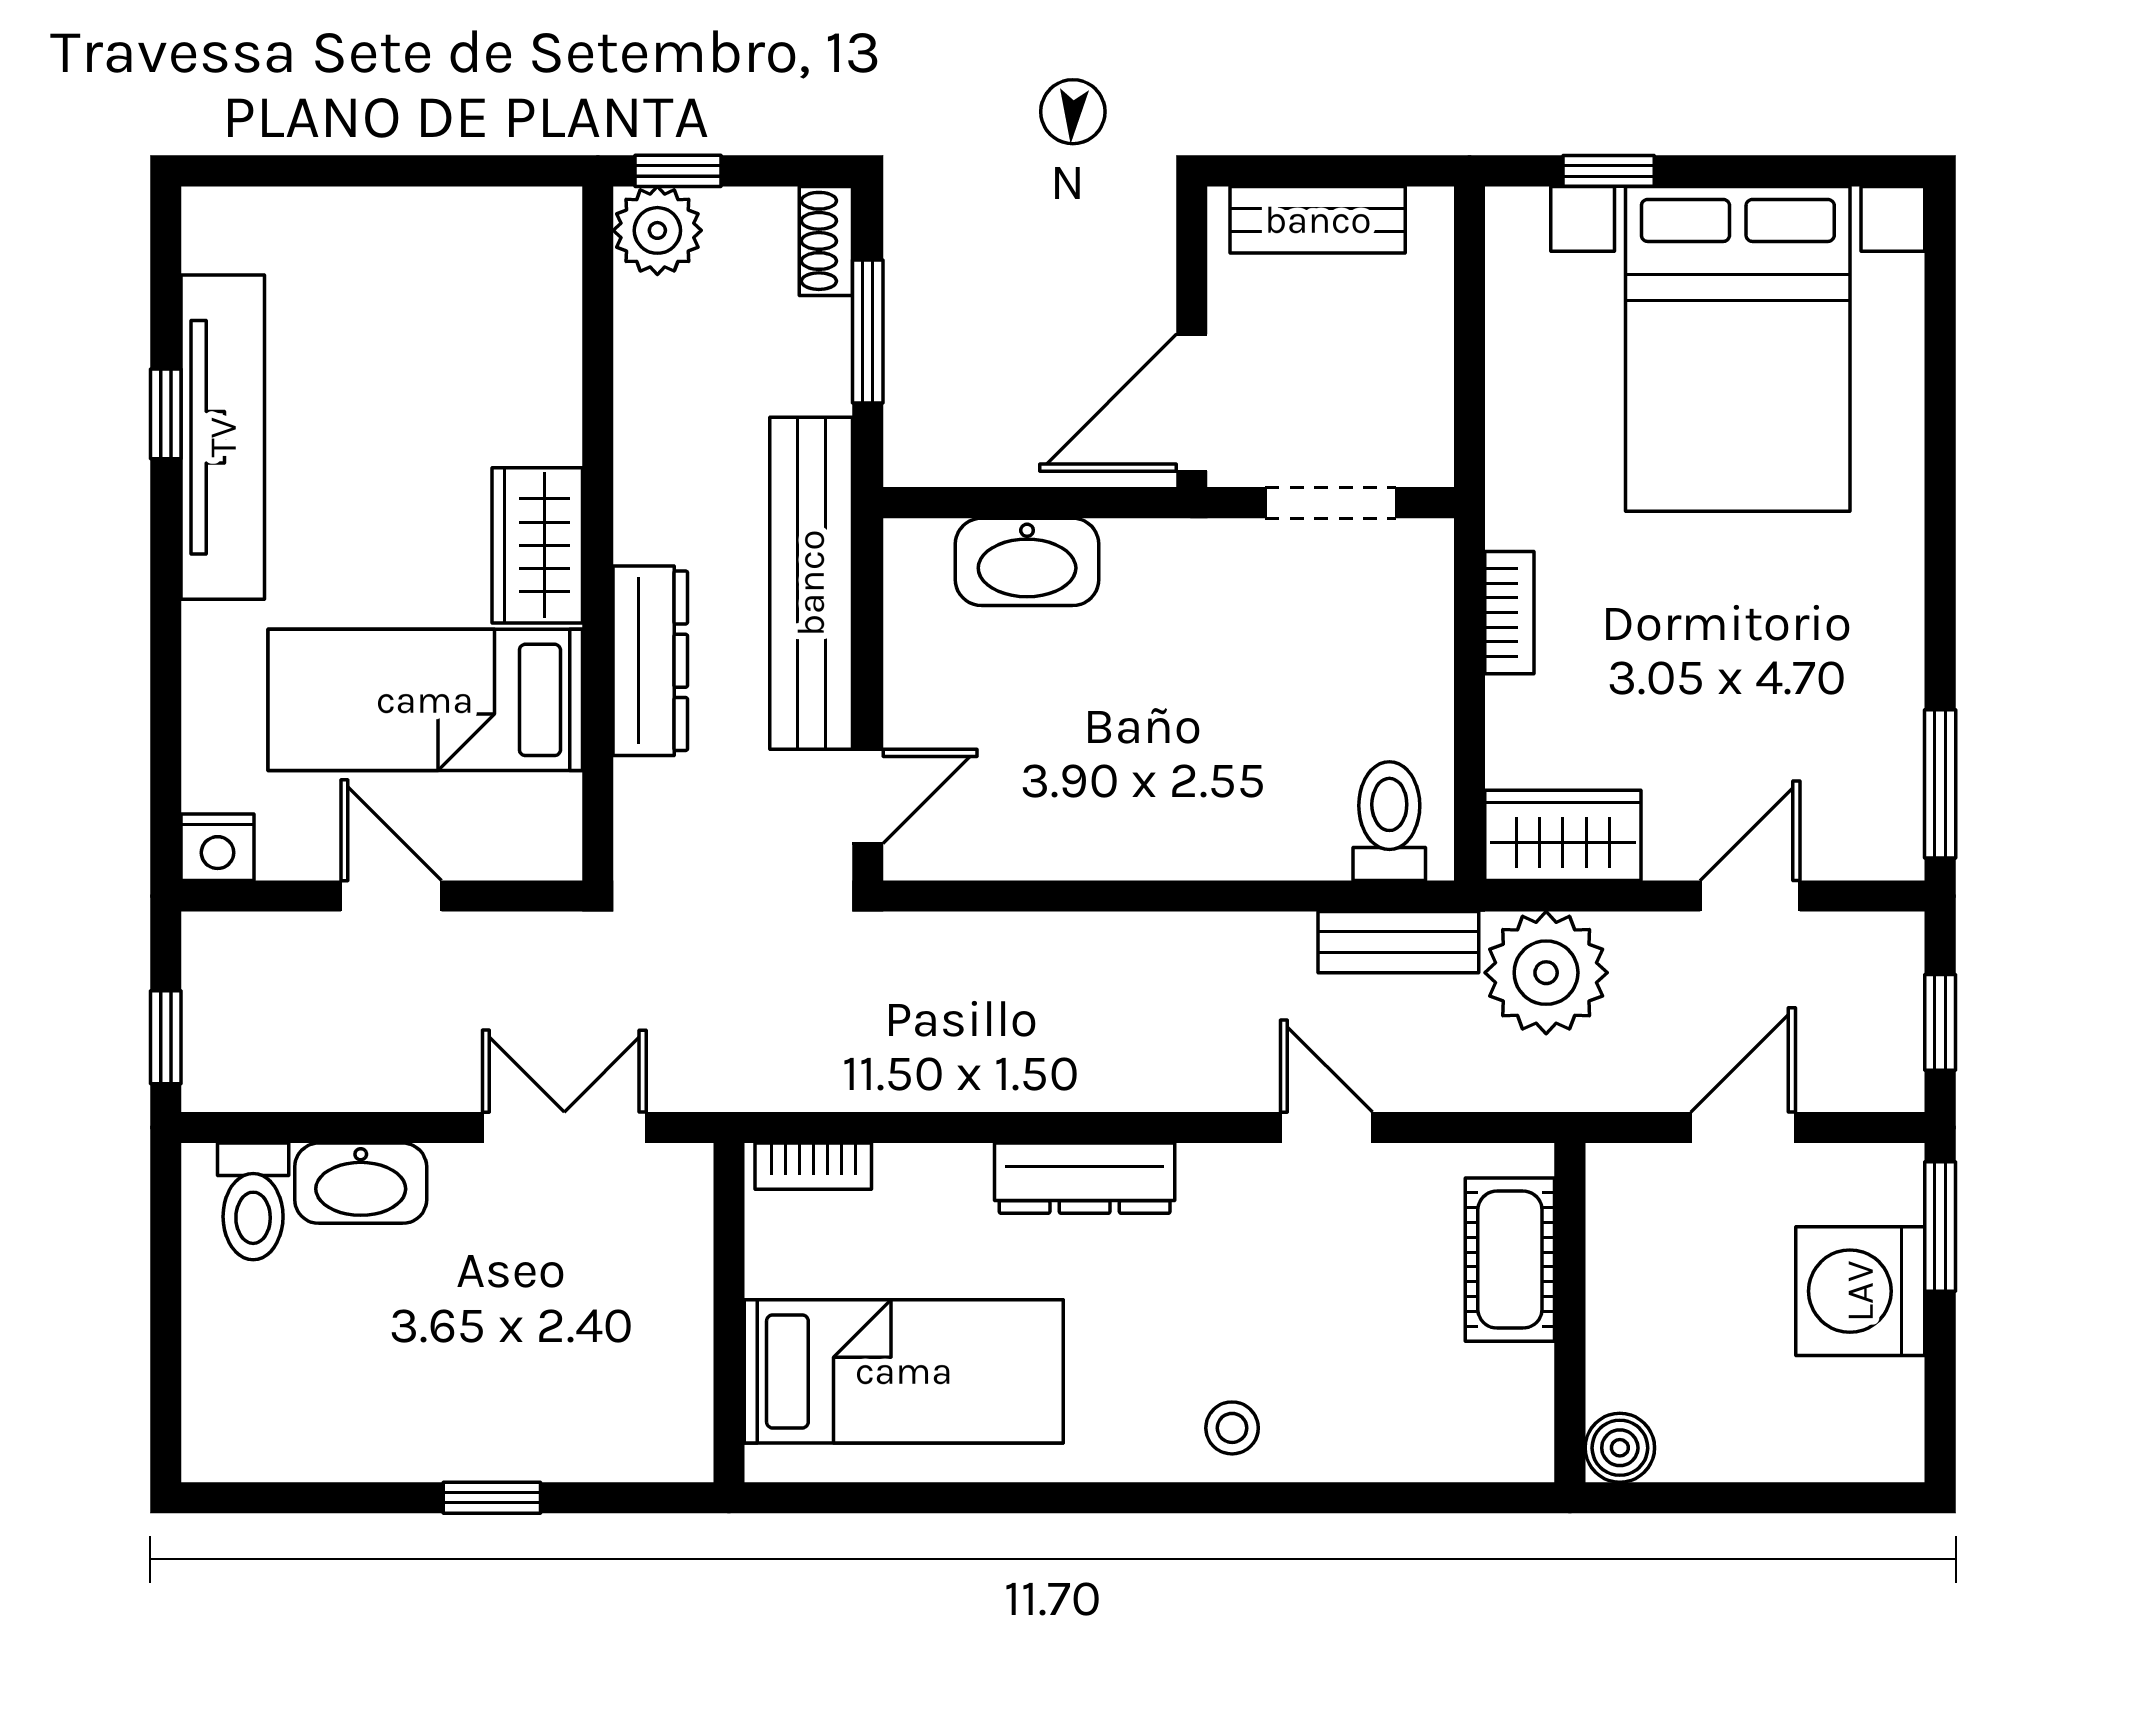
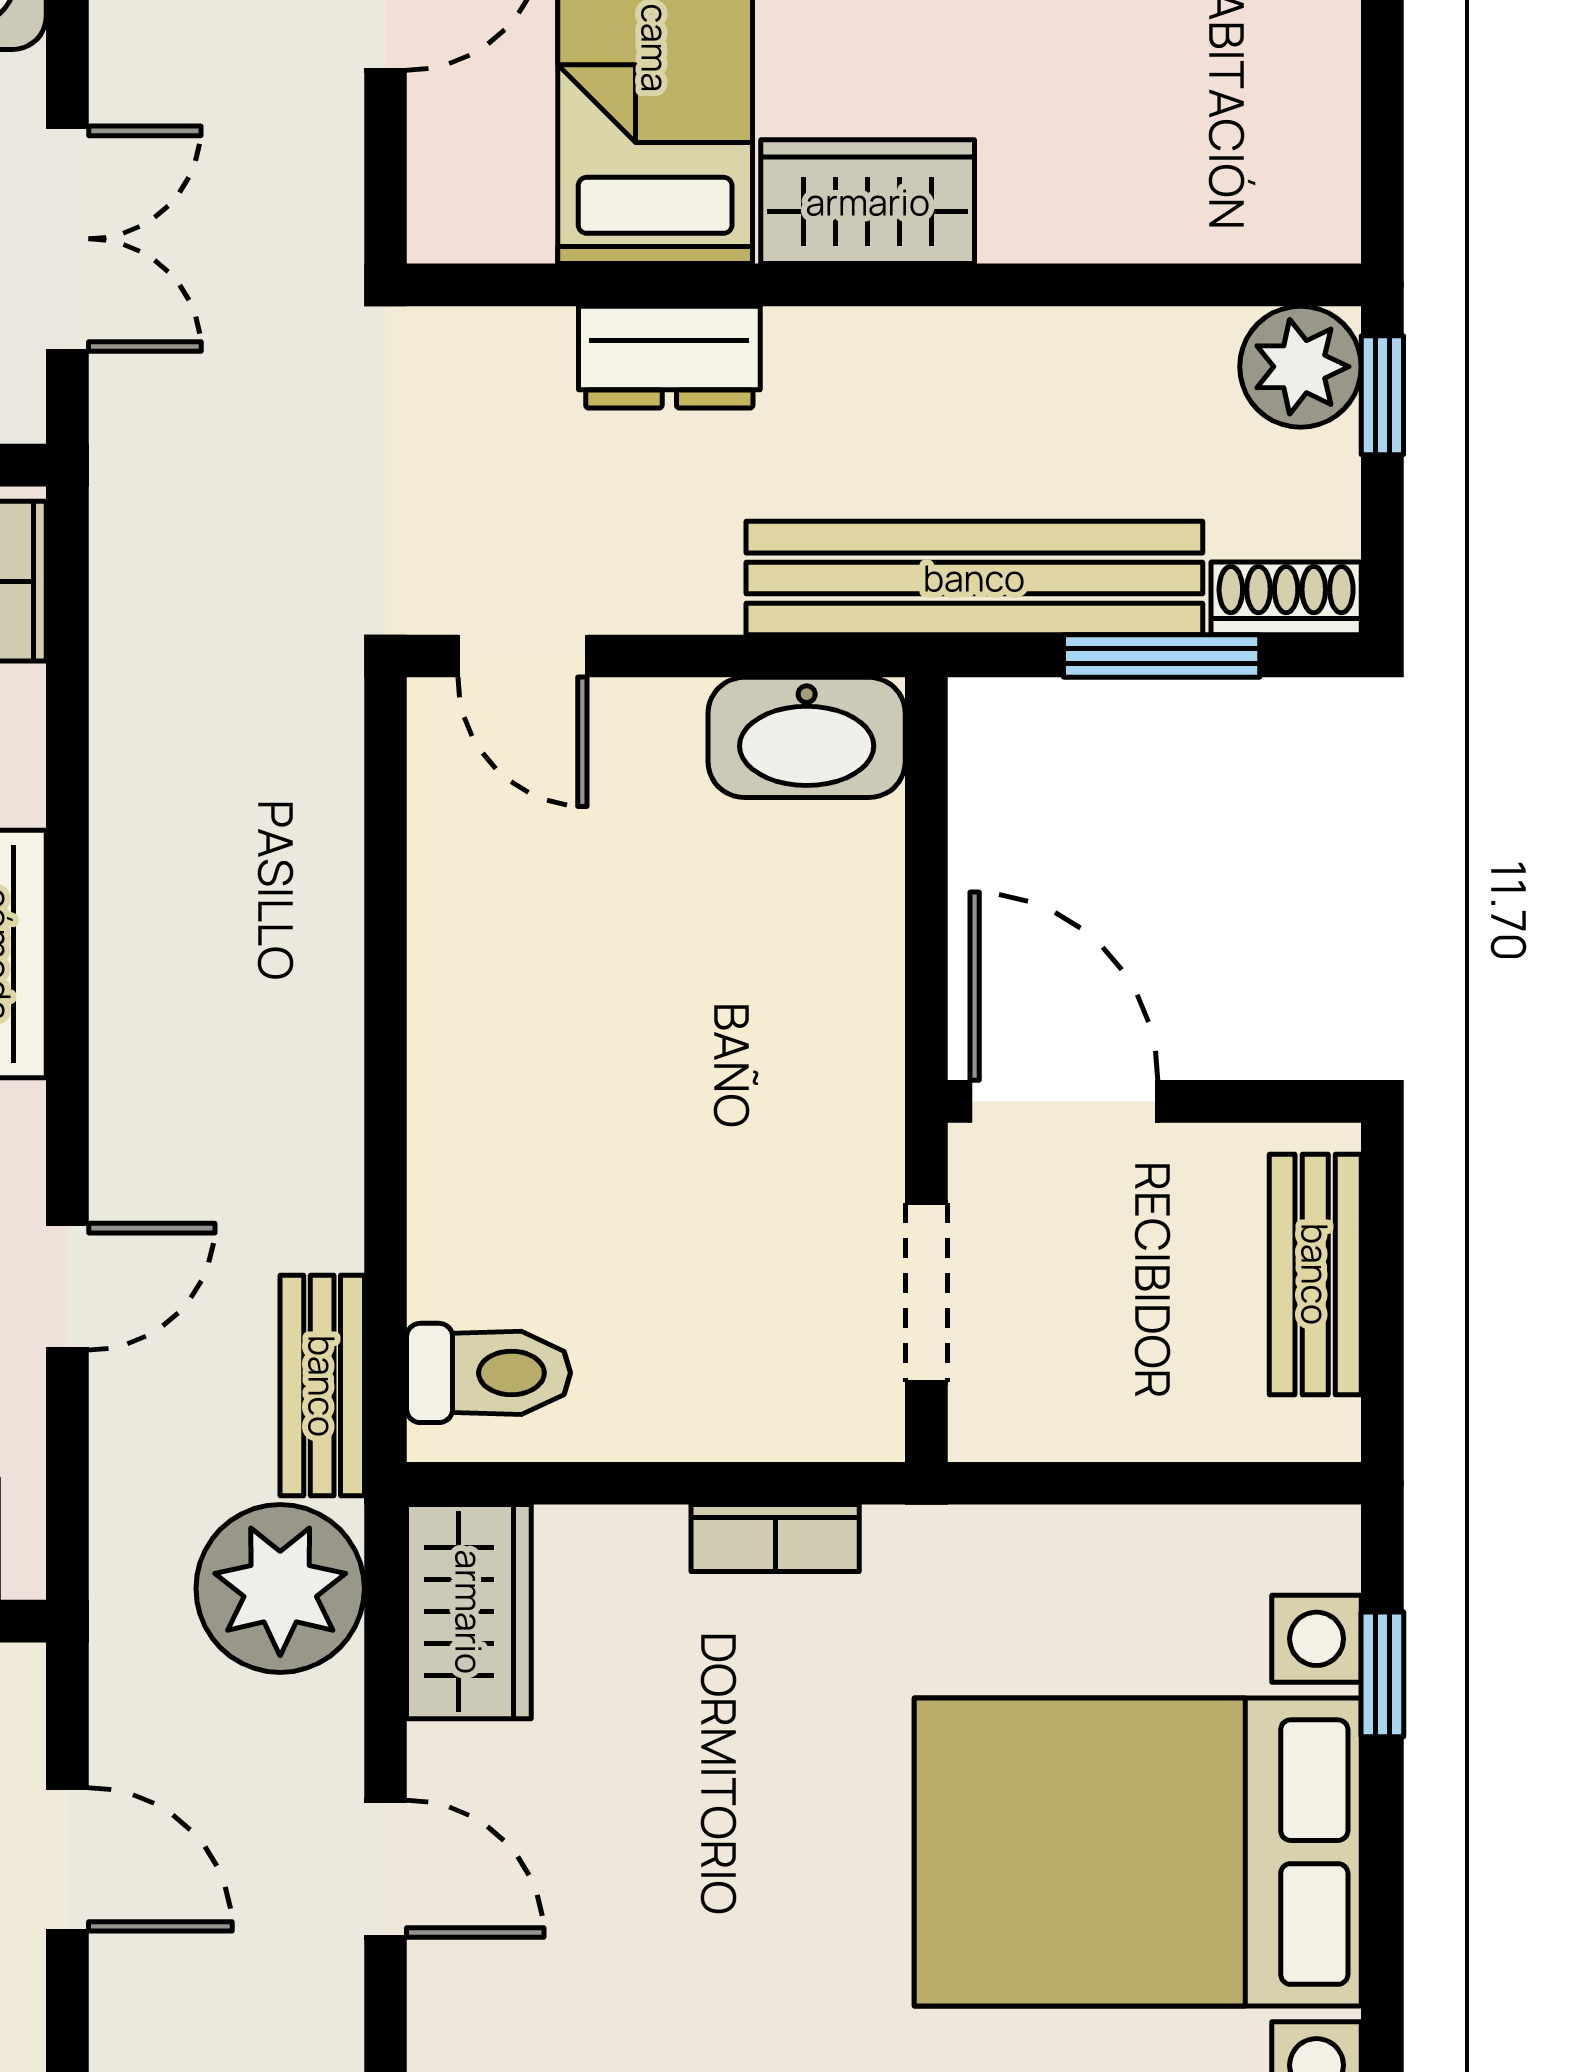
washbasin: (1027, 562) -> (807, 737), moved, turned -90
bench: (811, 583) -> (974, 578), moved
dresser: (650, 661) -> (669, 357), width x0.70

